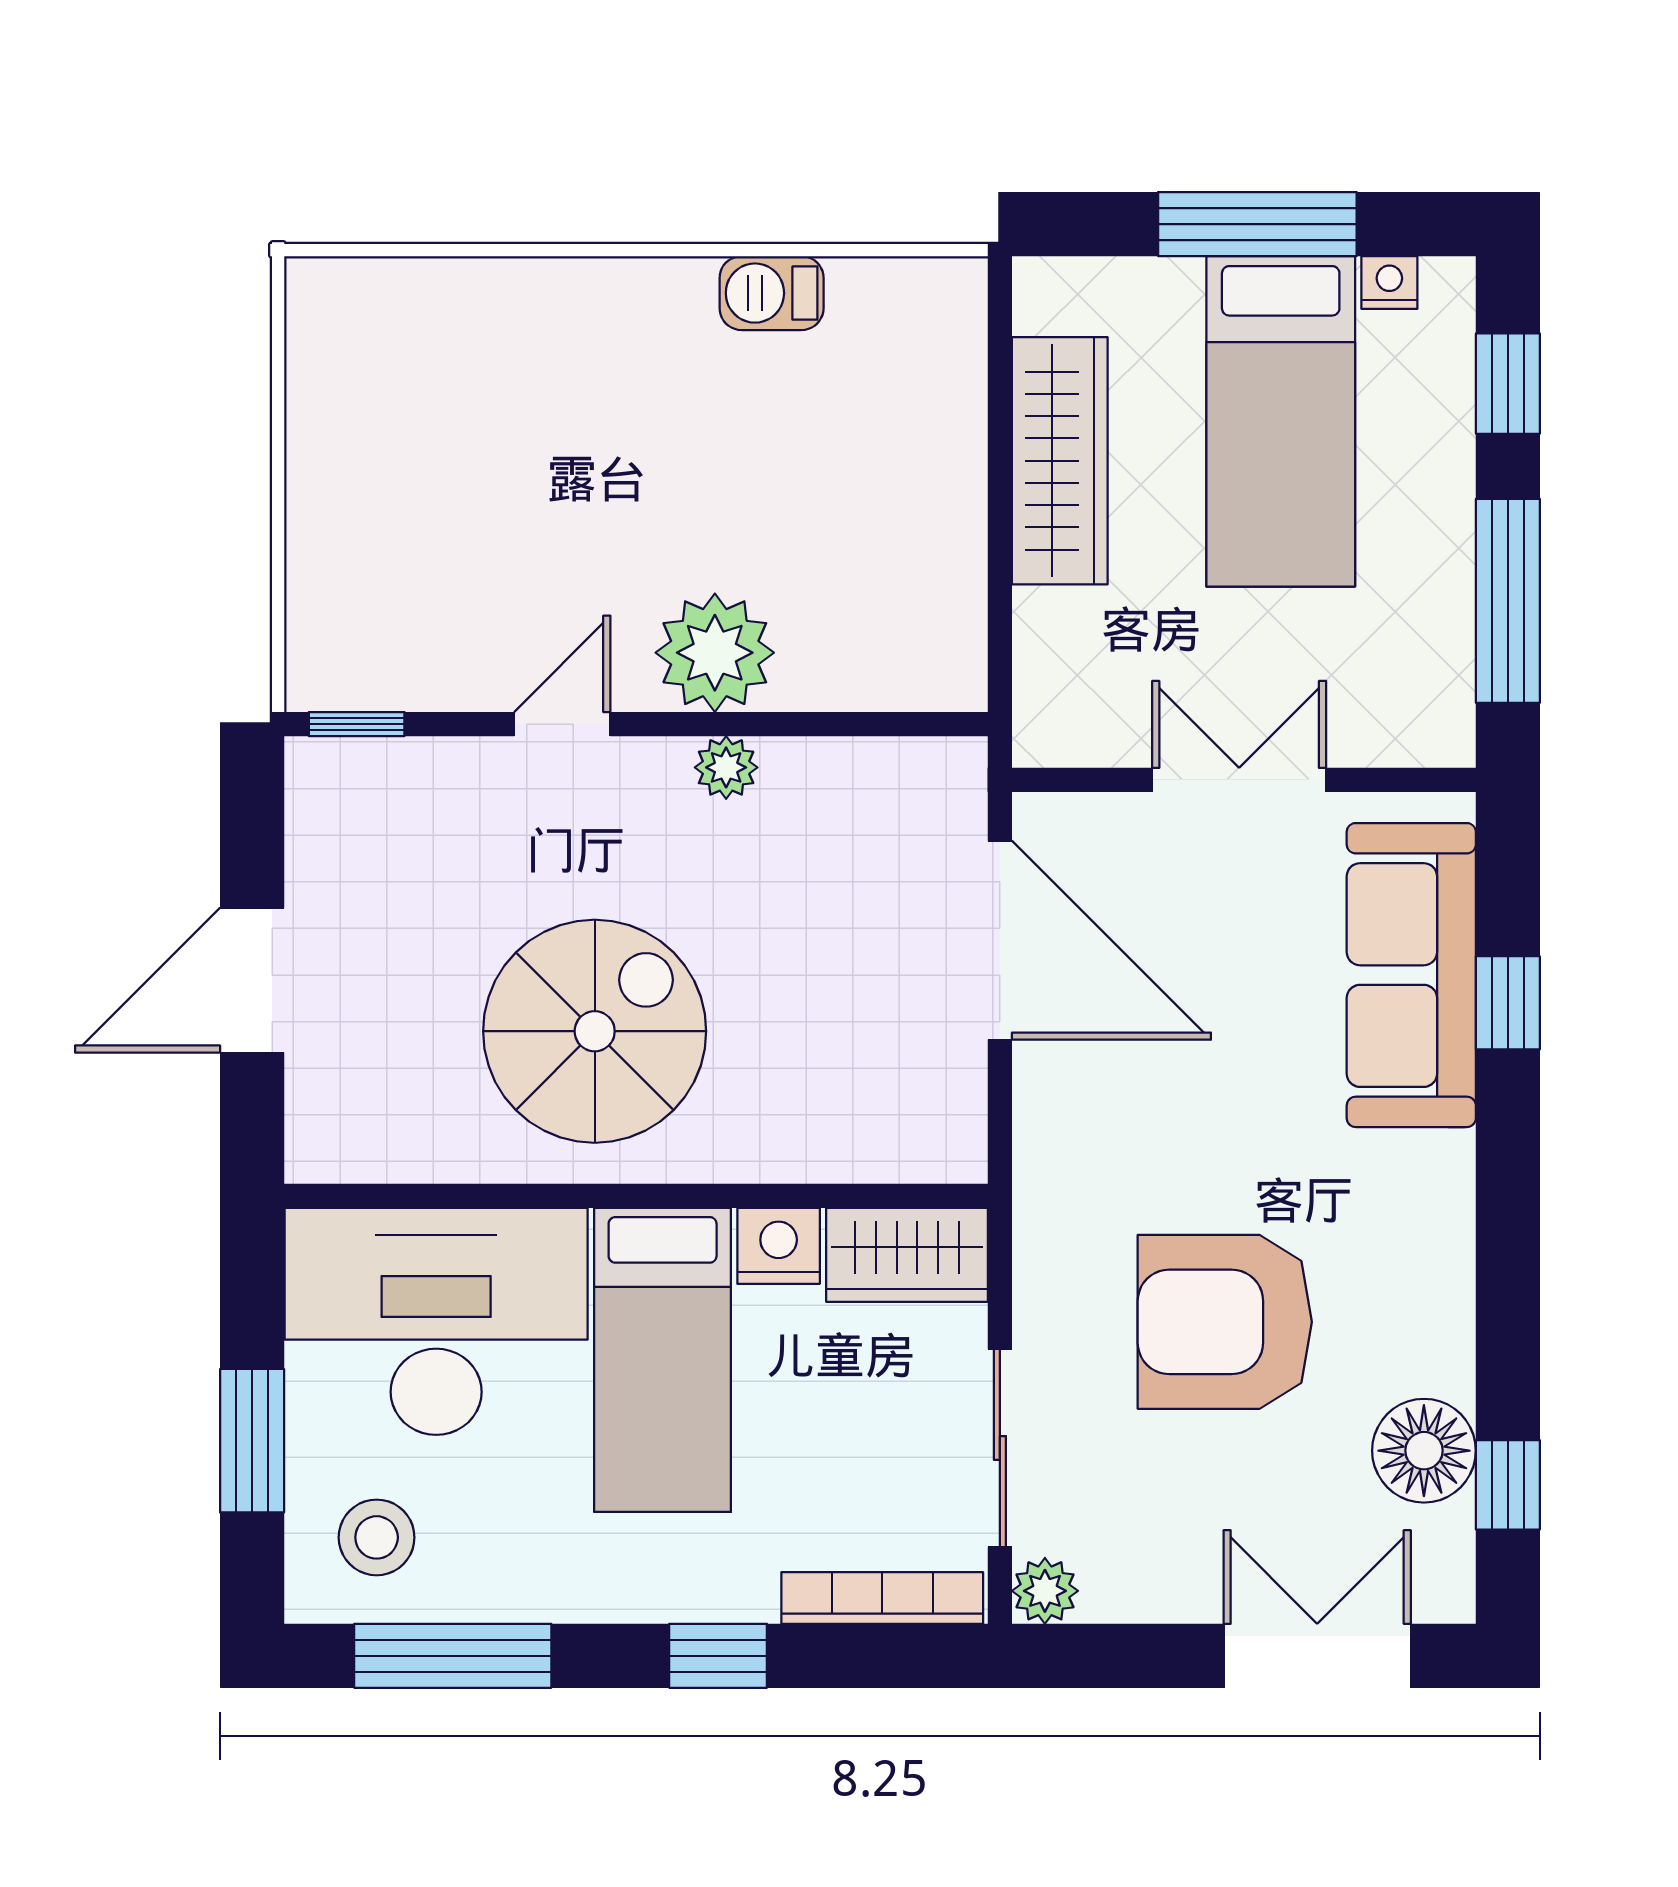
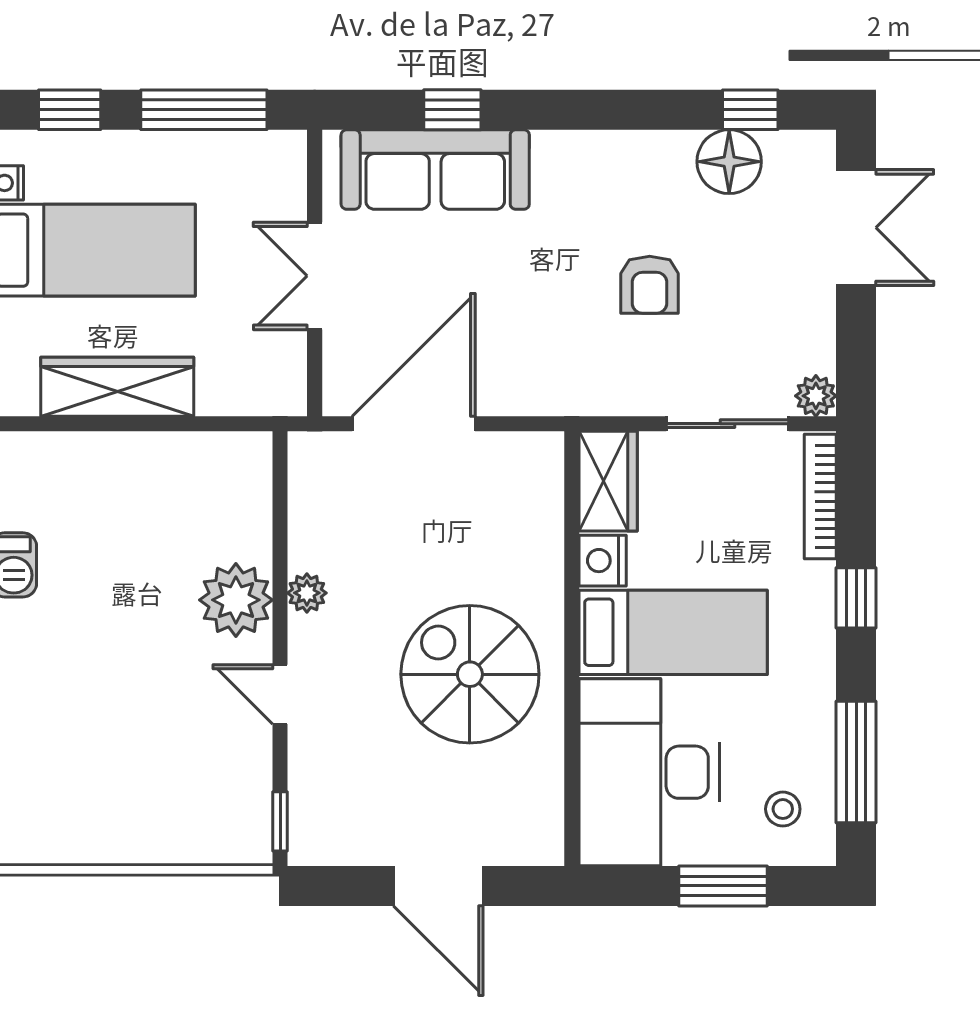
armchair: (1225, 1322) -> (650, 285), width x0.53, depth x0.53
stool: (377, 1537) -> (783, 809), width x0.73, depth x0.73
double door: (1317, 1656) -> (856, 228), swing flipped

